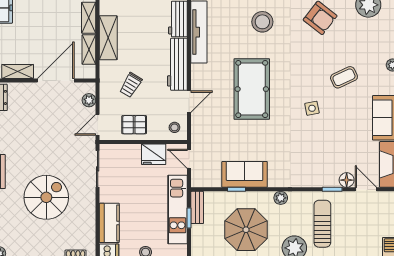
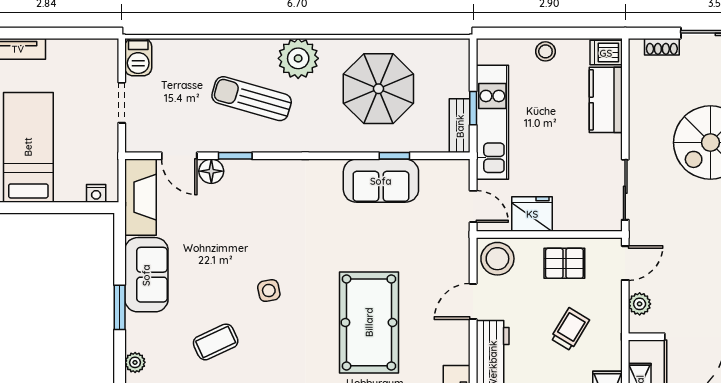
stool: (174, 127) -> (497, 259), width x1.89, depth x1.89
plant: (281, 198) -> (321, 142), removed
sun lounger: (322, 224) -> (252, 99), turned 106

